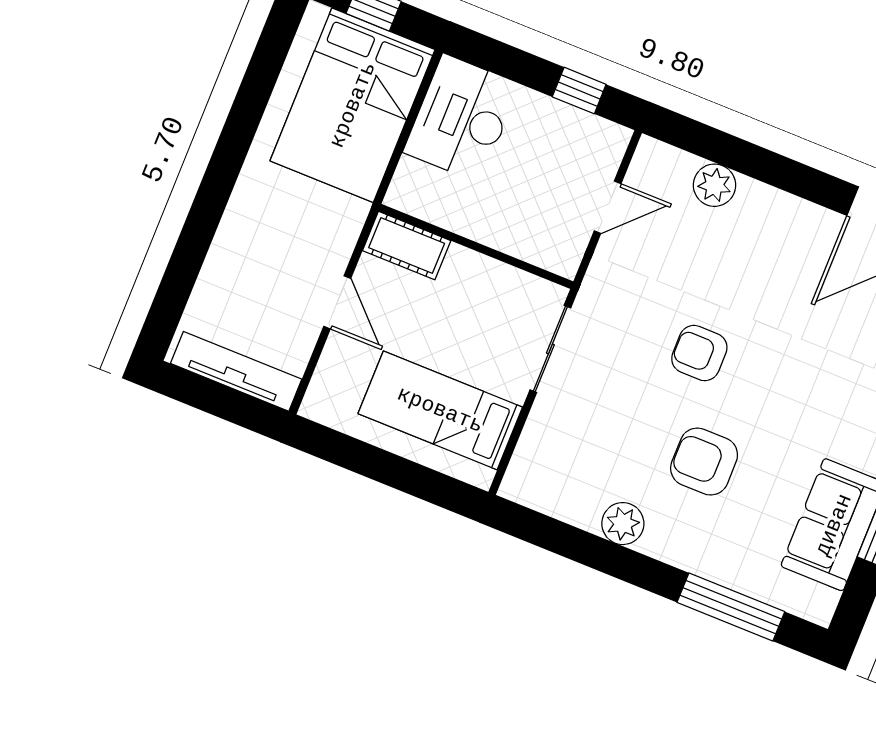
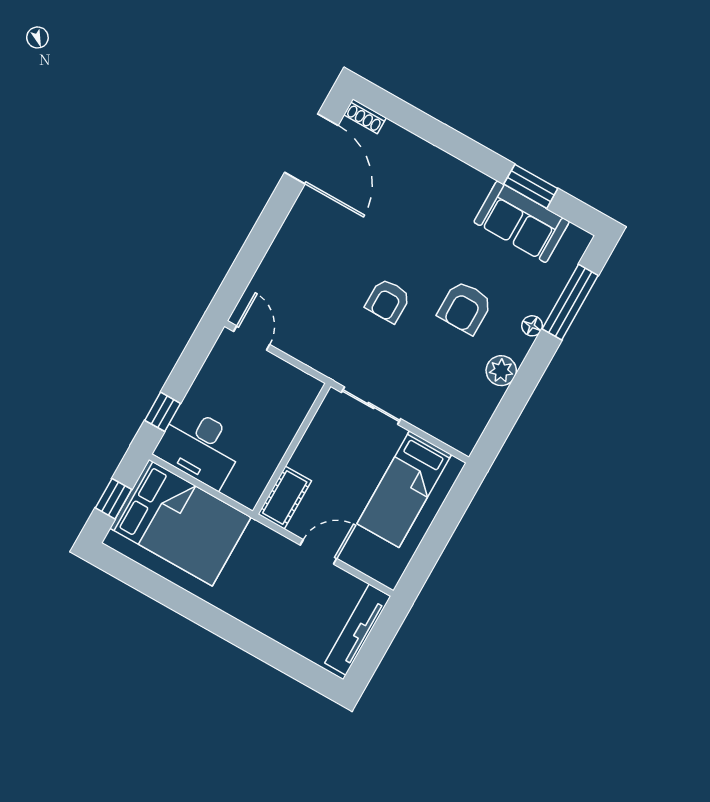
window: (579, 91) -> (163, 412), moved
plant: (714, 185) -> (271, 274), removed
door: (608, 207) -> (252, 338), moved
floor lamp: (691, 558) -> (532, 326), added

